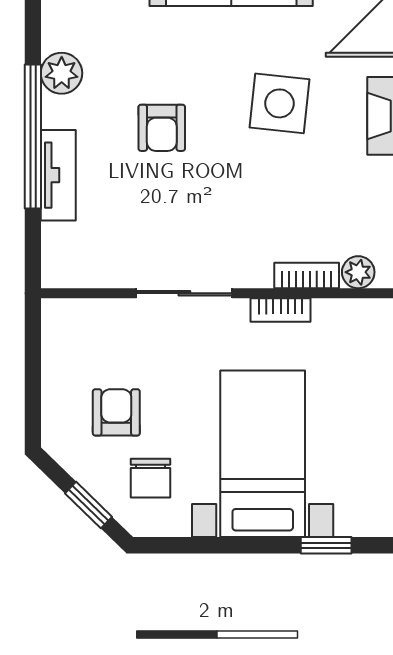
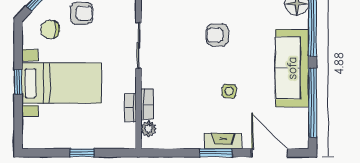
side table: (279, 103) -> (229, 91), width x0.54, depth x0.54
bookcase: (281, 310) -> (130, 108), moved
window: (326, 545) -> (18, 82), moved

